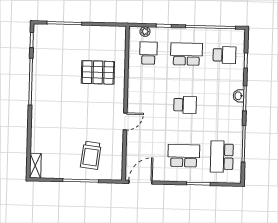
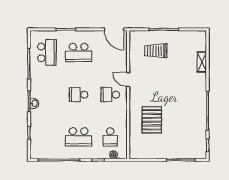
school desk: (224, 55) -> (110, 95), moved
pallet: (98, 72) -> (152, 120), turned 90
door: (125, 121) -> (128, 80), hinge flipped
trolley: (91, 155) -> (156, 51), turned -97
shelving: (35, 166) -> (202, 62), moved
door: (140, 182) -> (114, 29), hinge flipped

